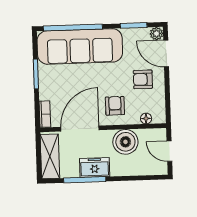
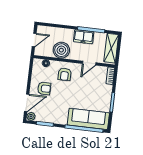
sofa: (80, 46) -> (88, 119), width x0.74, depth x0.79
door: (166, 54) -> (27, 103), hinge flipped
door: (80, 129) -> (89, 63), width x0.53
door: (169, 151) -> (34, 40), hinge flipped

